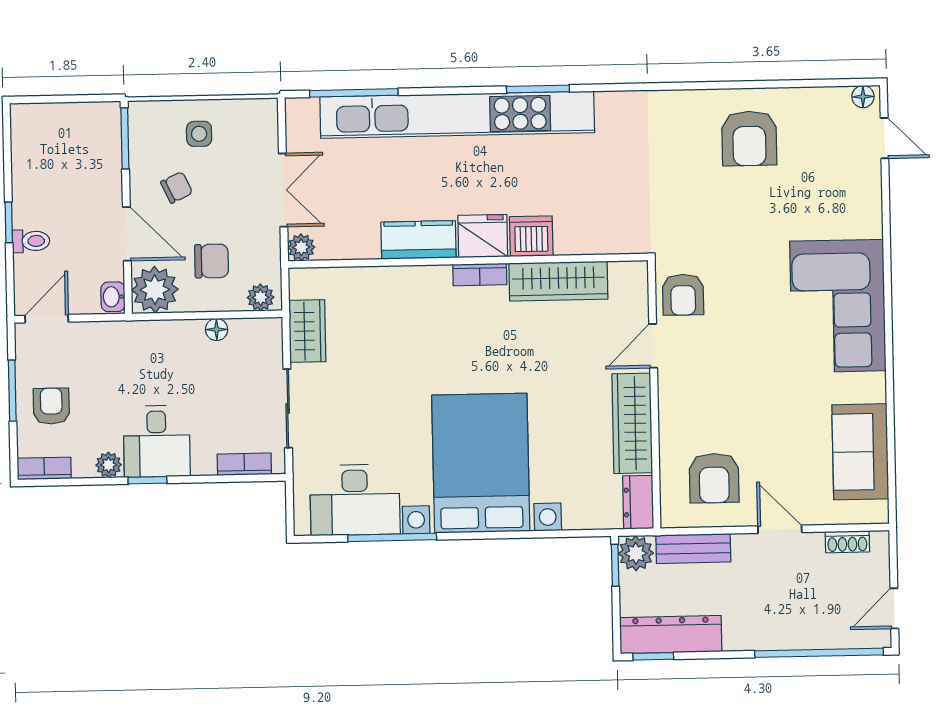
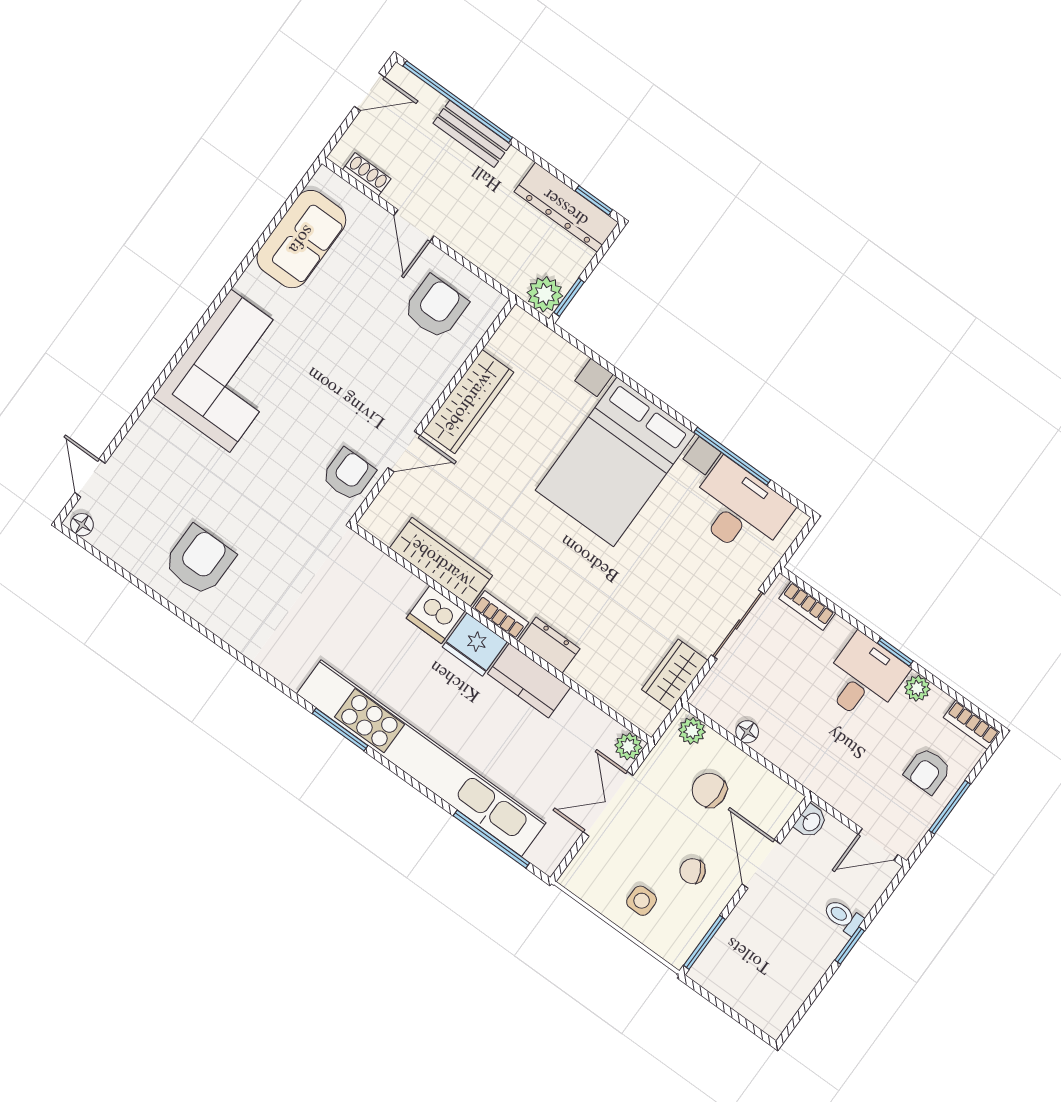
plant: (155, 290) -> (773, 802), removed
dresser: (638, 502) -> (549, 645), moved, turned -90
bench: (693, 549) -> (472, 134), moved

